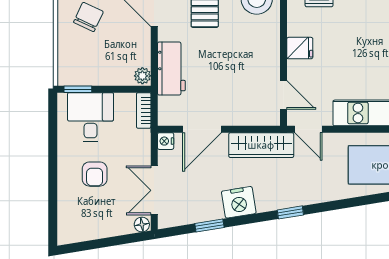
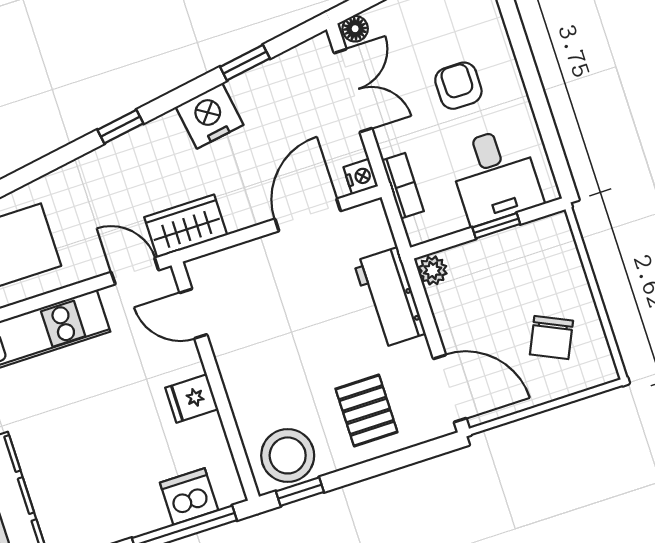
window: (78, 89) -> (496, 226), moved
bookcase: (144, 110) -> (403, 186), moved
wardrobe: (261, 145) -> (186, 226), width x0.67

